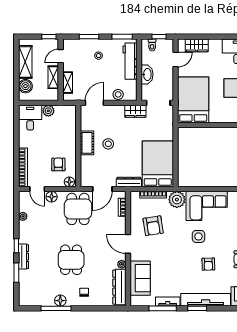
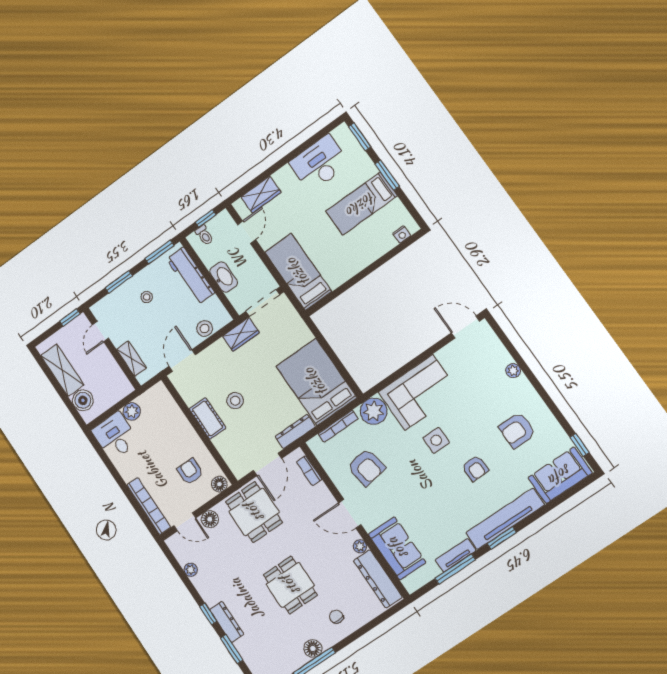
shelving: (53, 77) -> (109, 365), removed
bed: (193, 100) -> (298, 272), width x0.67

